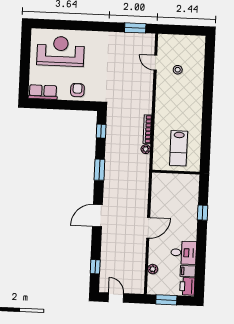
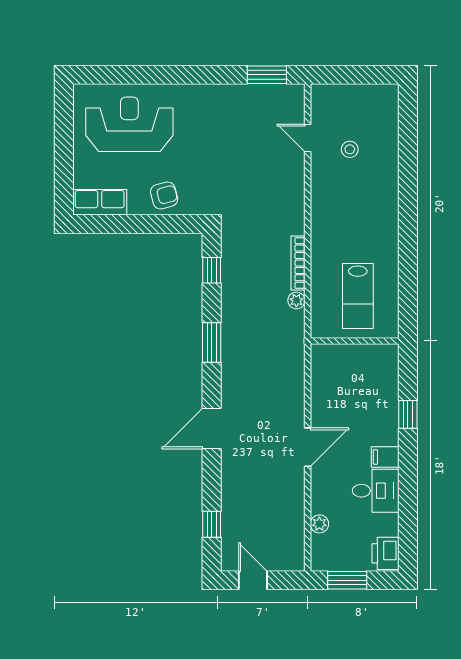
armchair: (77, 90) -> (164, 195), turned 75
filing cabinet: (188, 271) -> (385, 457), moved

